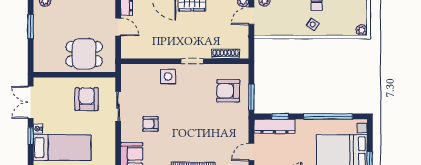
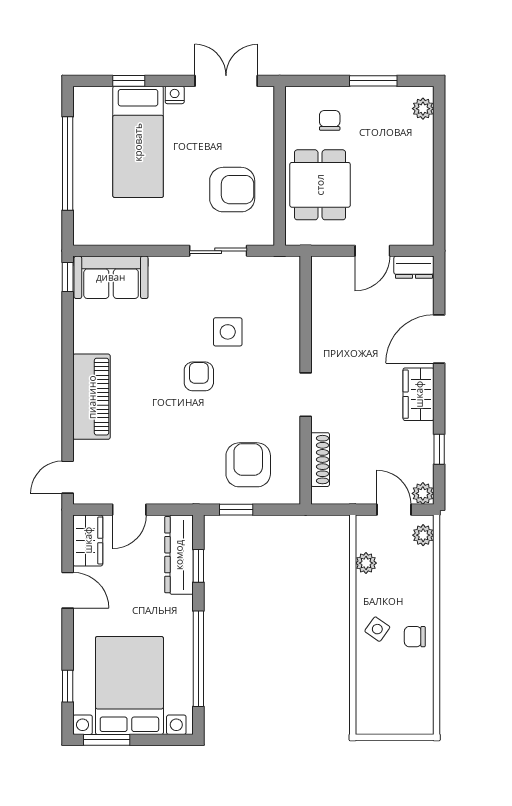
plant: (362, 30) -> (366, 563), moved
chair: (51, 49) -> (330, 120), added
side table: (168, 76) -> (228, 332), moved
window: (251, 97) -> (236, 510), width x0.67
armchair: (150, 124) -> (199, 376), moved
window: (31, 136) -> (129, 81), moved
door: (251, 152) -> (129, 510), swing flipped

